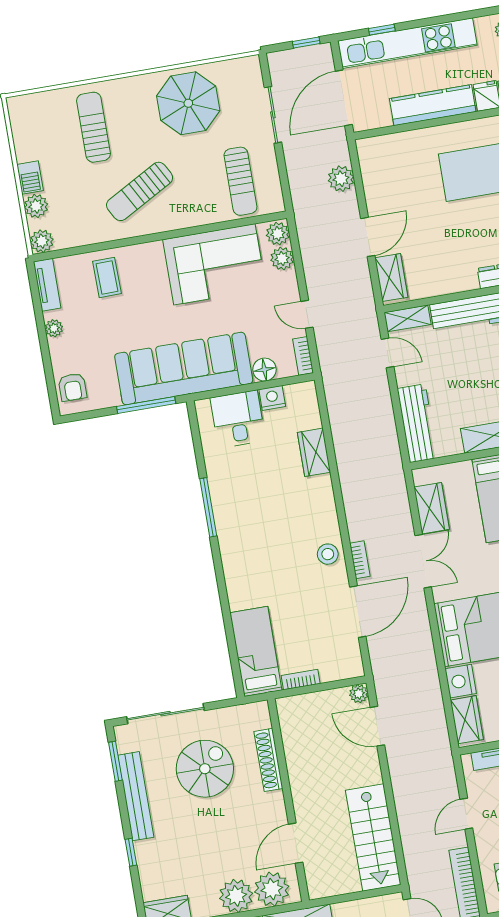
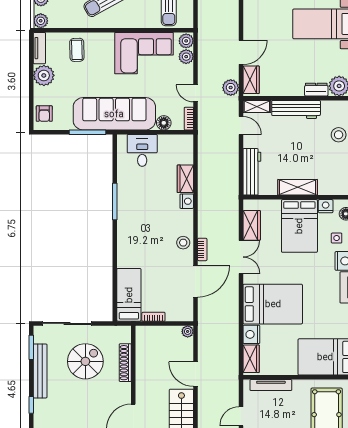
plant: (341, 179) -> (231, 88), moved
plant: (54, 328) -> (44, 75), width x1.87, depth x1.87
nightstand: (272, 398) -> (187, 201), moved, turned 90
door: (377, 726) -> (196, 374), moved

